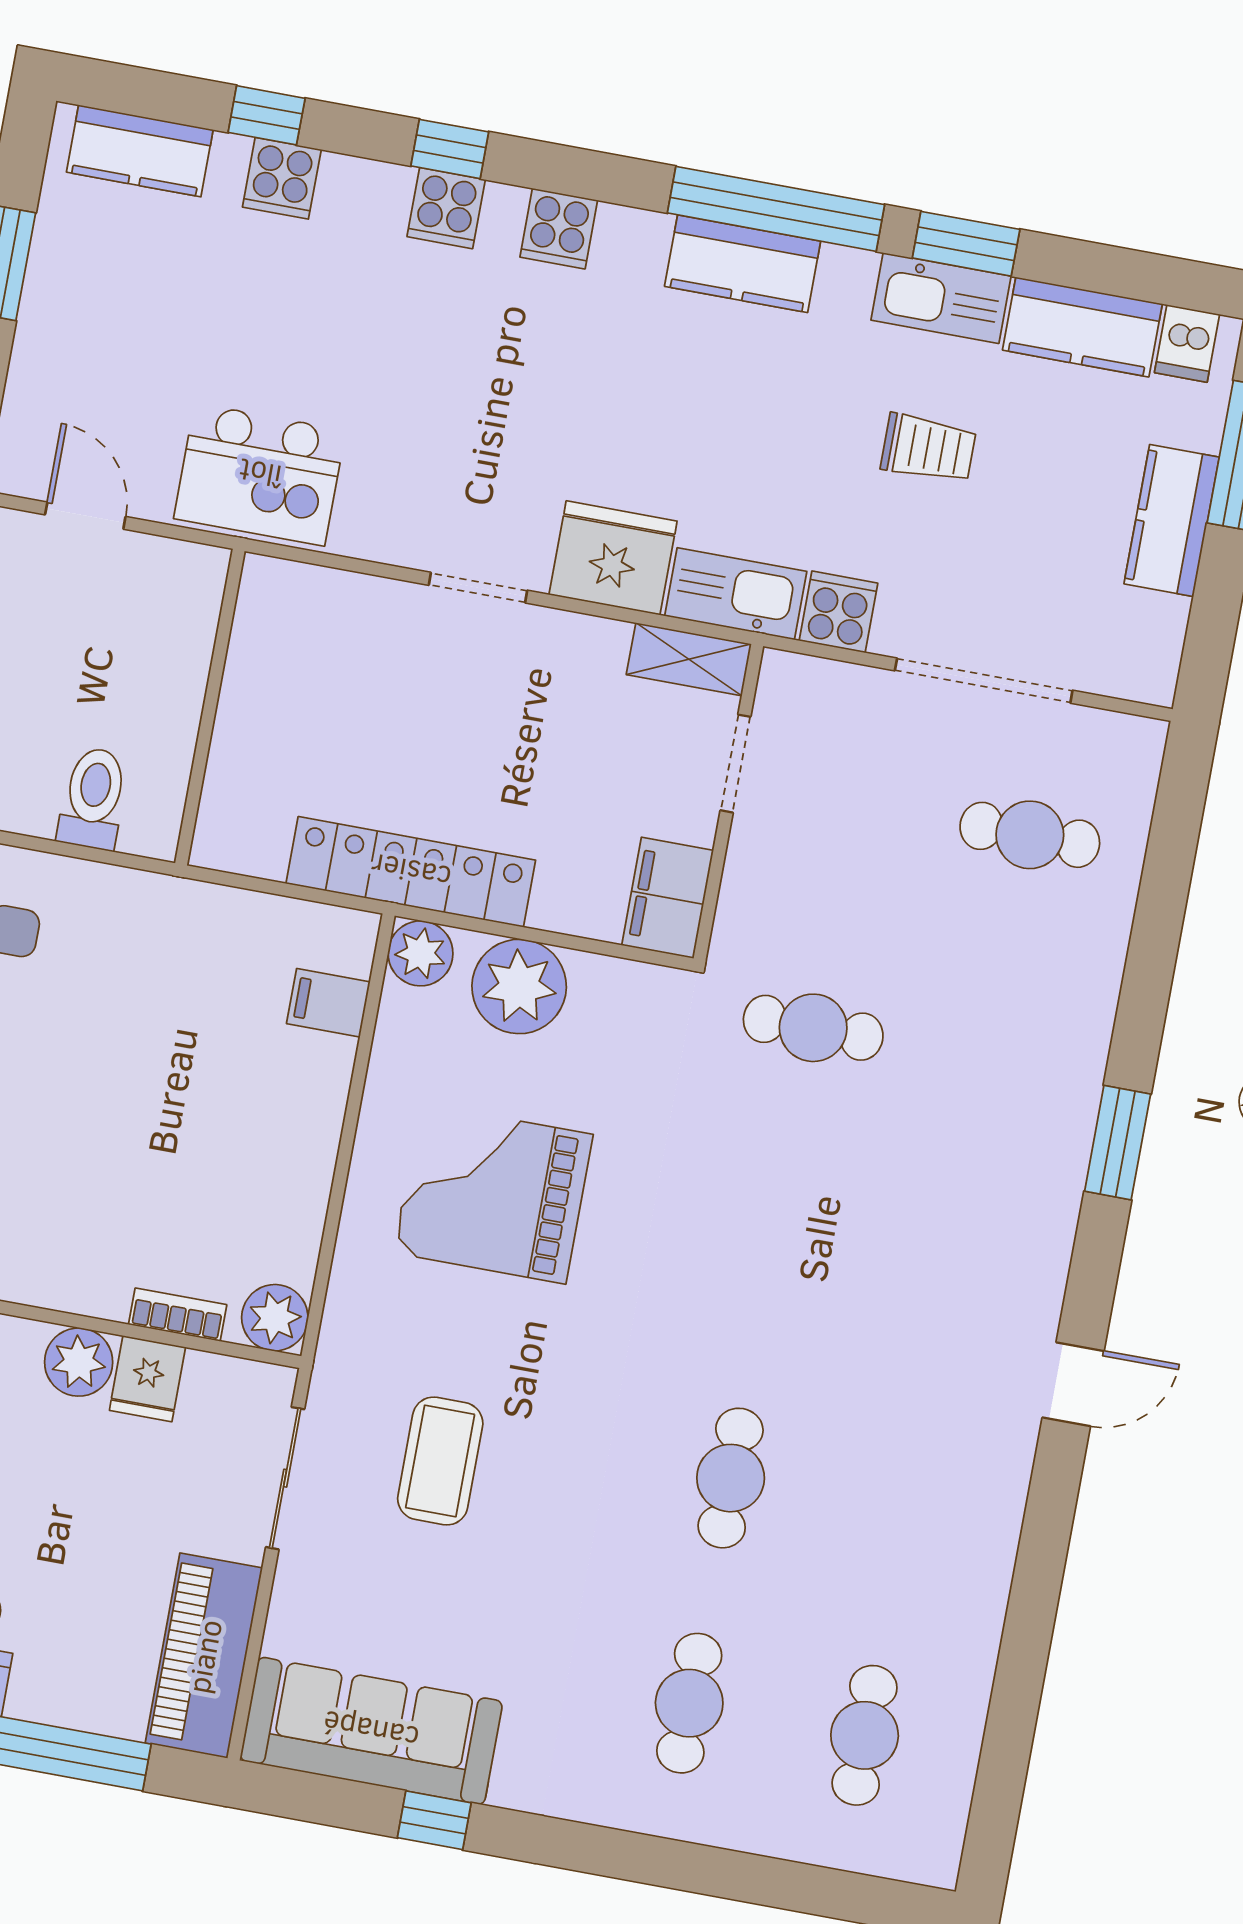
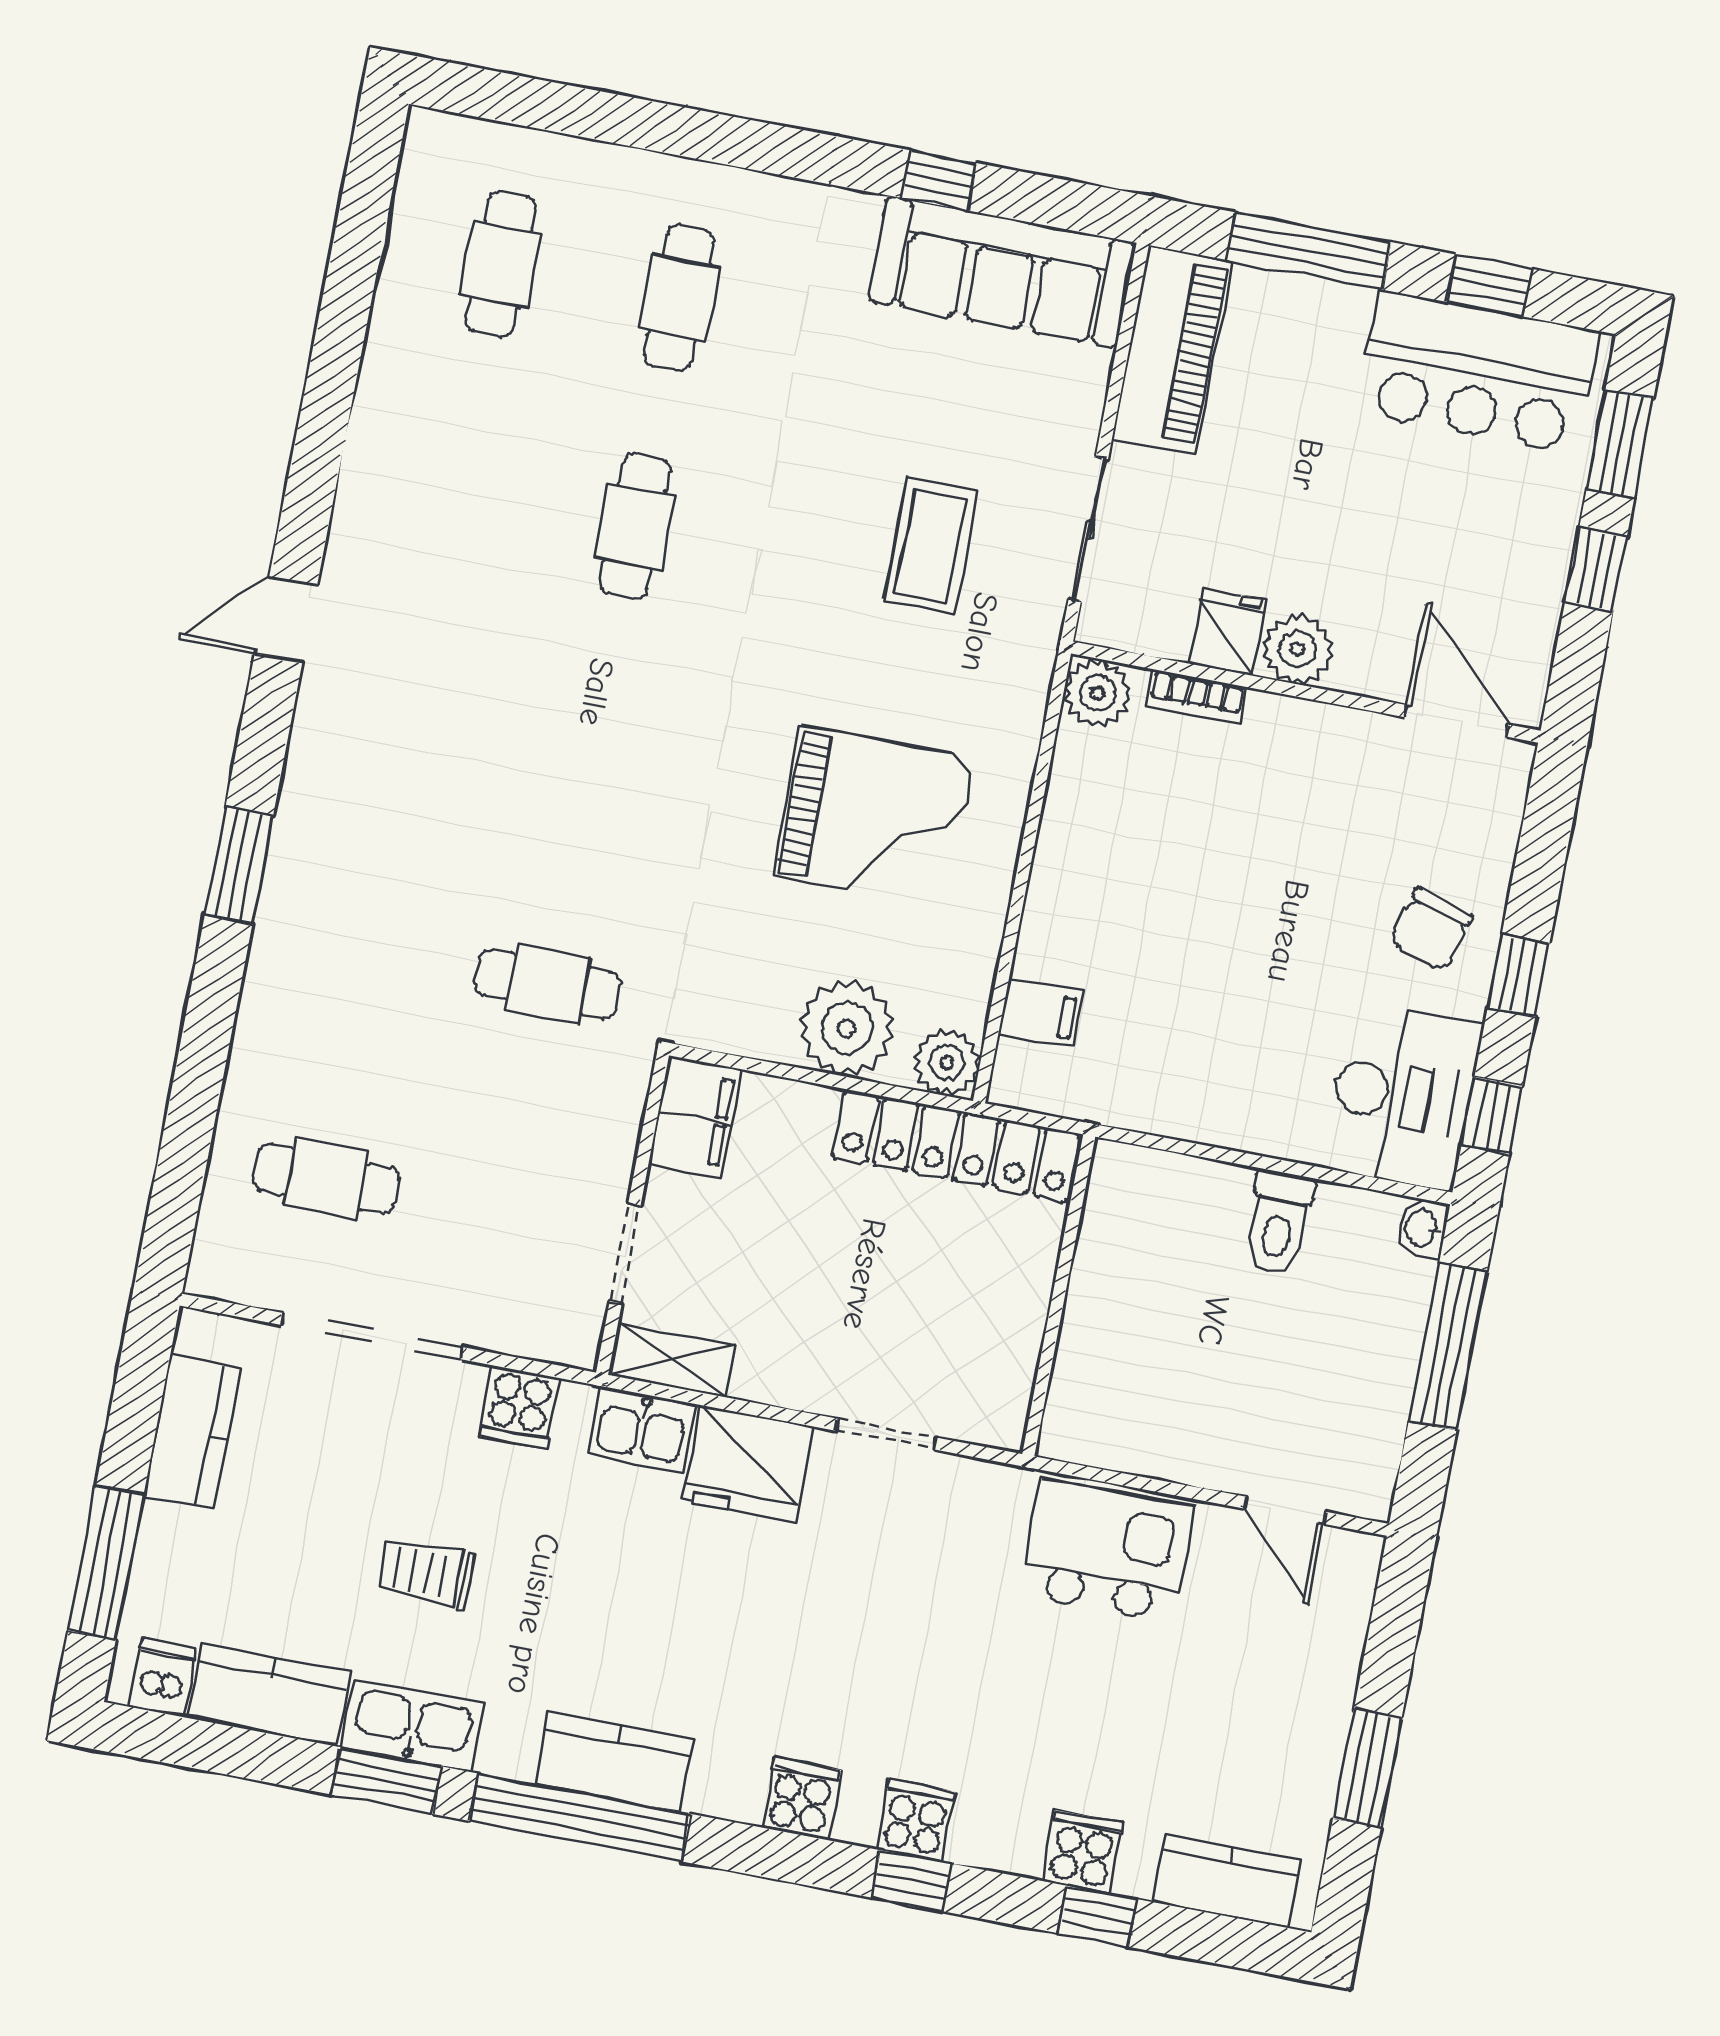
kitchen counter: (1172, 521) -> (192, 1432), moved
kitchen sink: (736, 594) -> (641, 1430), width x0.73
wall: (210, 707) -> (1059, 1295), moved

